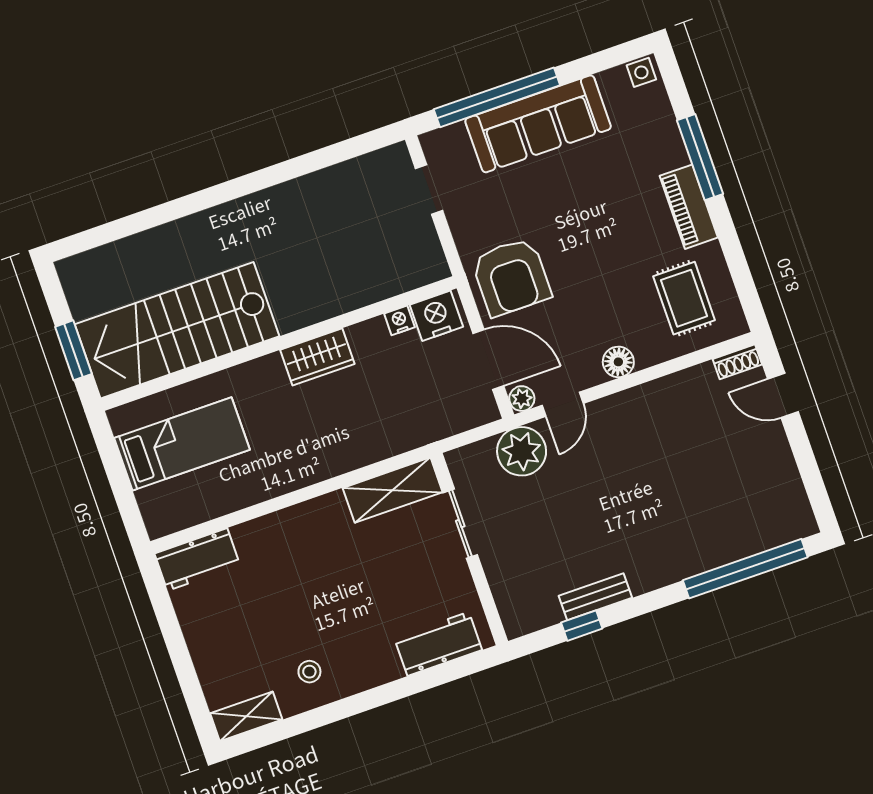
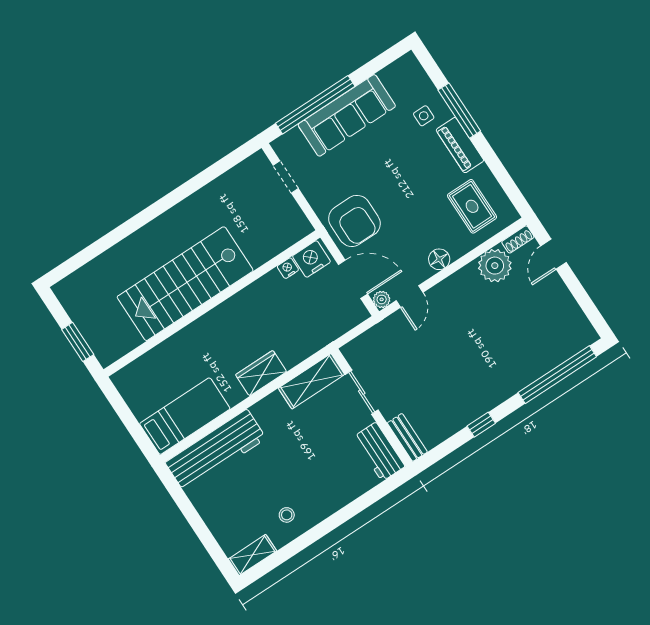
side table: (641, 72) -> (424, 116), moved
stairs: (177, 330) -> (185, 284), moved
wardrobe: (317, 357) -> (261, 373), moved, turned 180
door: (783, 396) -> (554, 254), hinge flipped
bed: (182, 444) -> (185, 416), moved
plant: (522, 451) -> (495, 266), moved
workbench: (197, 559) -> (216, 451), width x1.88, depth x1.32
bench: (595, 597) -> (407, 437), moved, turned 90
window: (582, 626) -> (481, 425), moved
workbench: (438, 644) -> (379, 452), moved, turned -90

